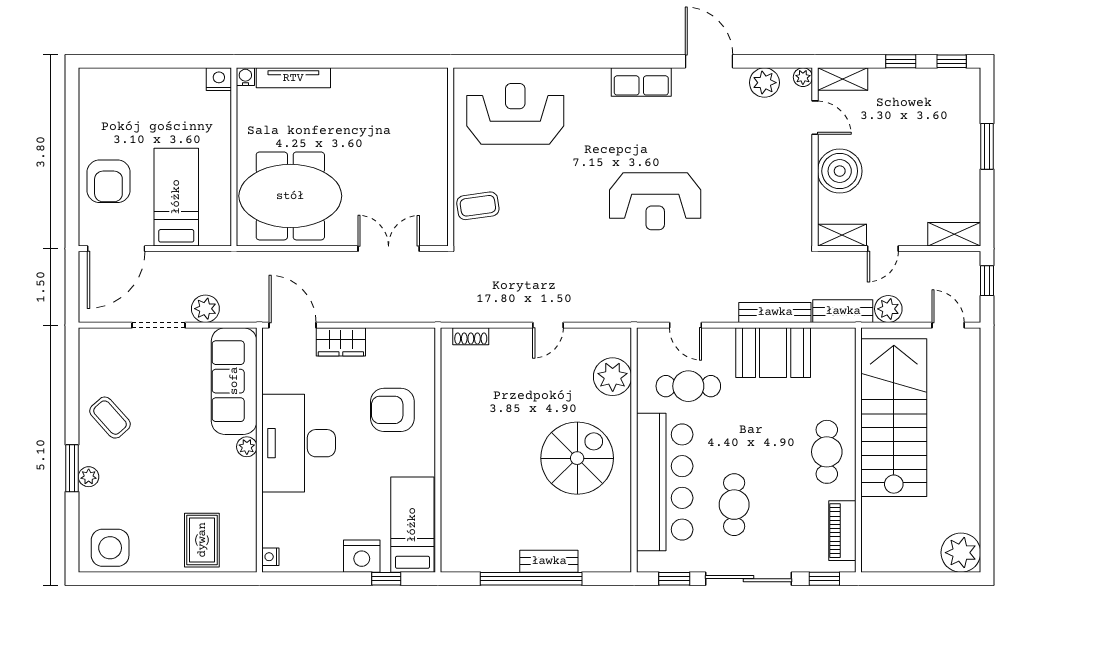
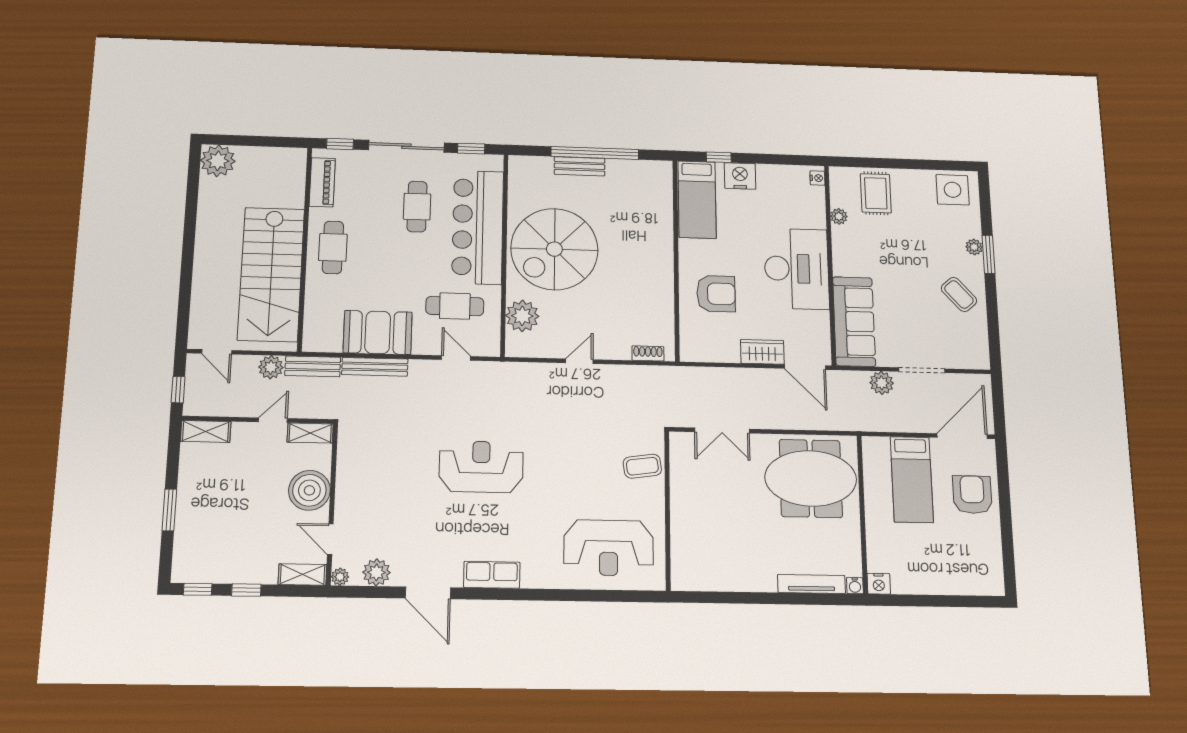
plant: (247, 447) -> (839, 216), moved
spiral stairs: (577, 458) -> (554, 249), width x1.37, depth x1.37

